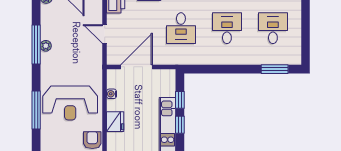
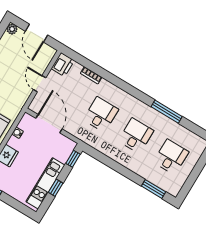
desk: (181, 28) -> (101, 115), turned 180
door: (136, 67) -> (49, 124), hinge flipped
window: (180, 100) -> (73, 159), moved

